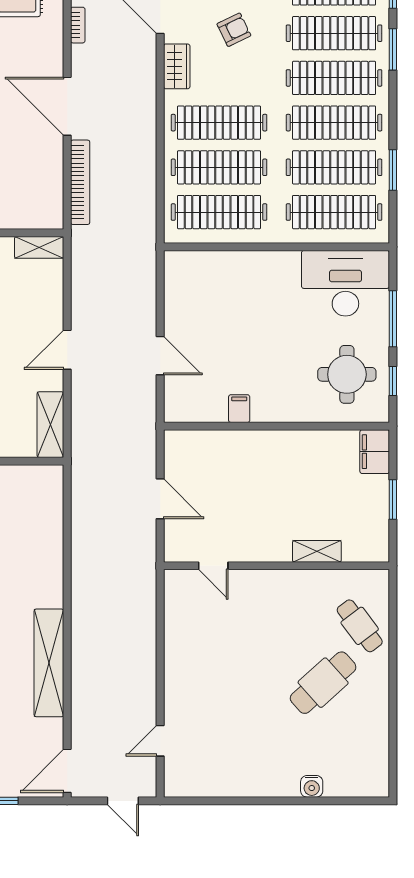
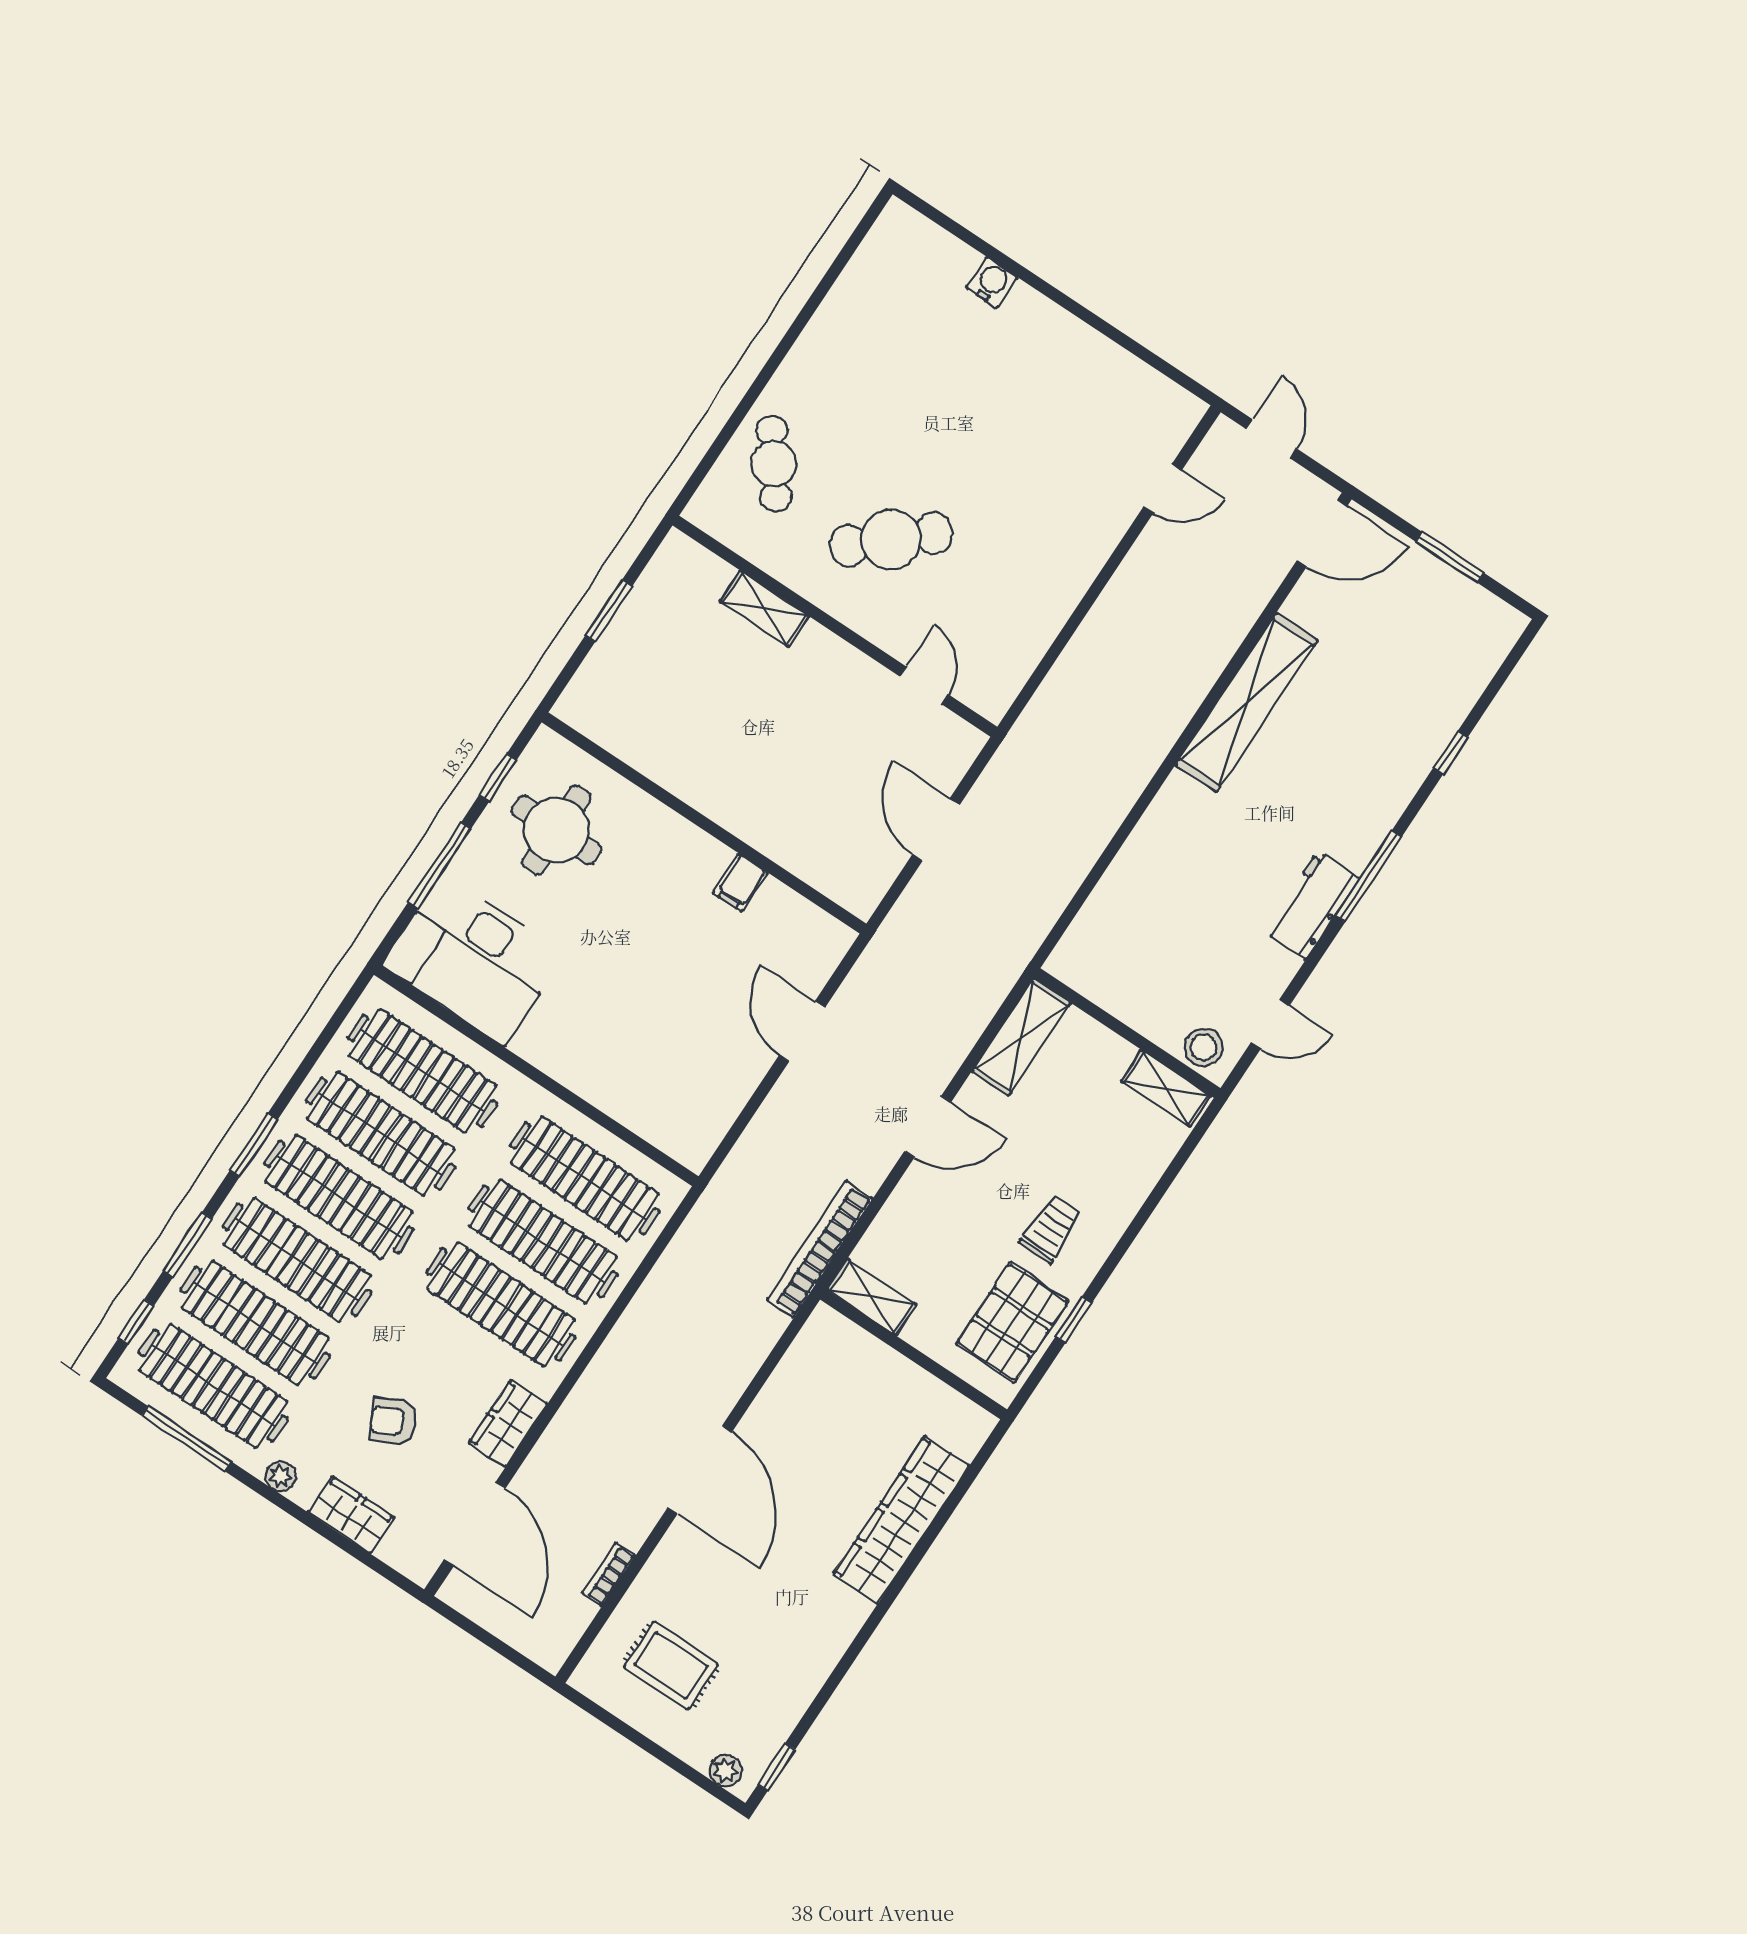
window: (393, 170) -> (254, 1145), moved
bookcase: (80, 182) -> (820, 1249), moved
filing cabinet: (375, 452) -> (590, 695), removed
cafe table: (323, 683) -> (891, 539), moved

